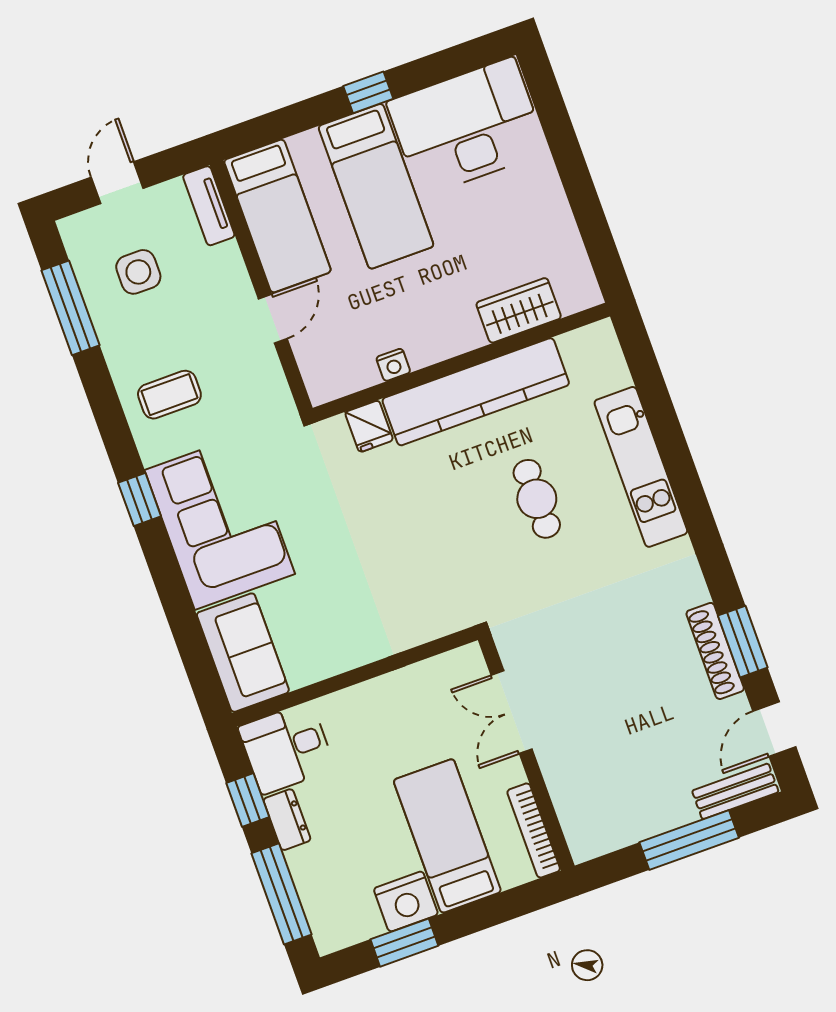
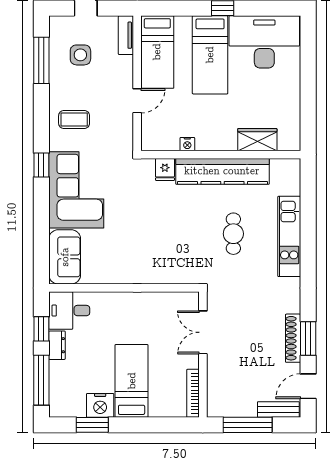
double door: (512, 712) -> (203, 332), moved
wall: (526, 753) -> (203, 355), moved
bookcase: (534, 830) -> (193, 393), moved

